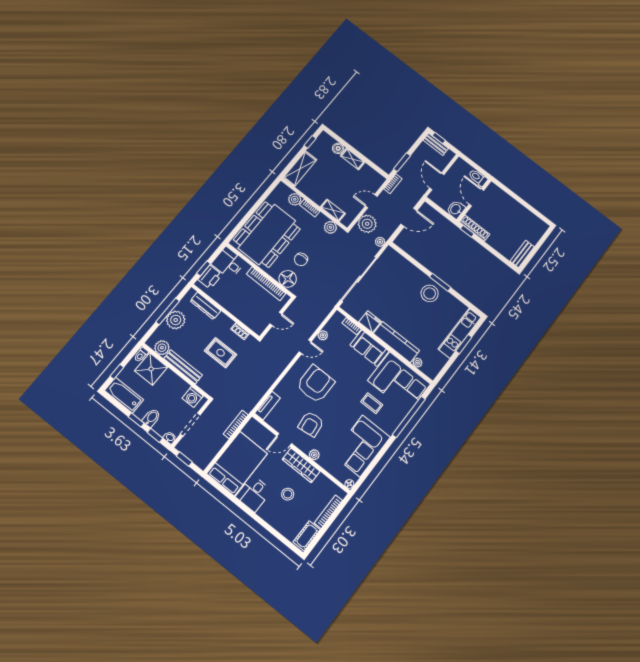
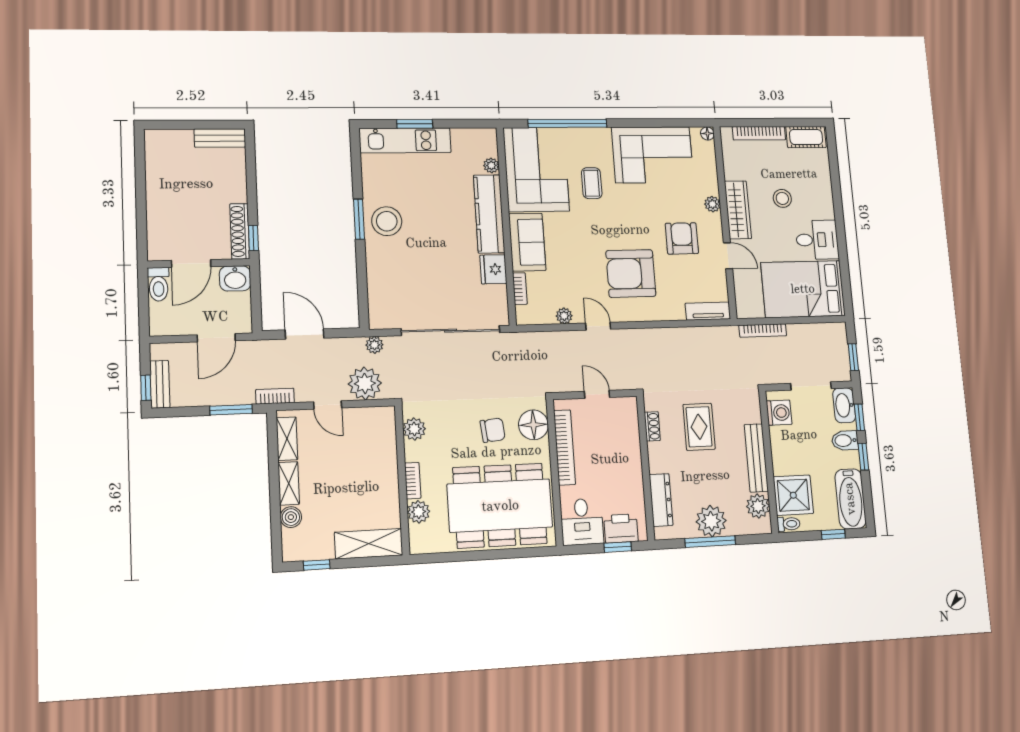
shelving: (333, 210) -> (287, 439), moved
armchair: (311, 424) -> (682, 238), turned -83
washbasin: (170, 438) -> (844, 405), width x1.91, depth x1.45

